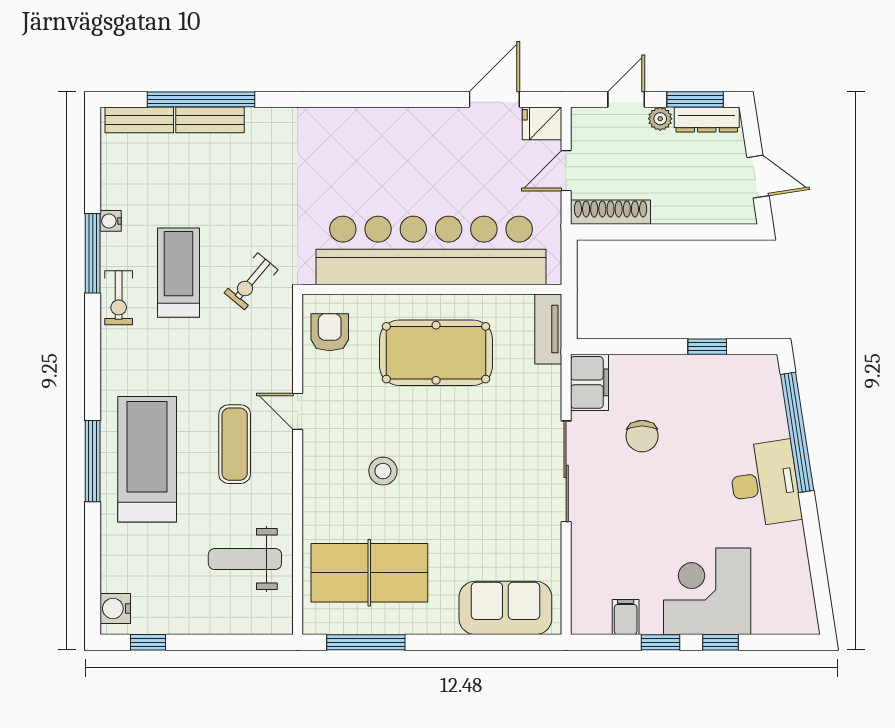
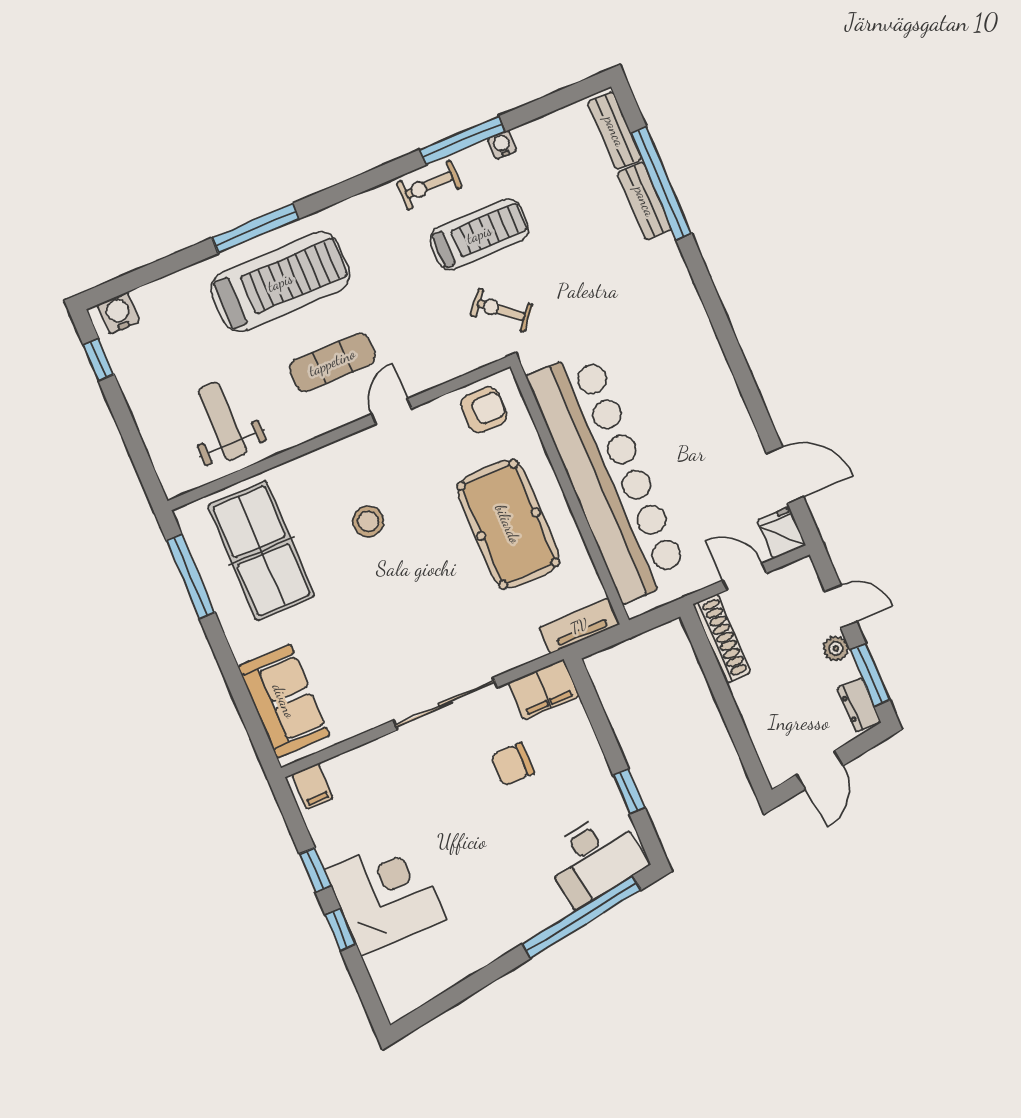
dresser: (707, 119) -> (859, 705), width x0.70
desk: (765, 484) -> (595, 859), moved
filing cabinet: (626, 617) -> (312, 786), moved, turned 90

